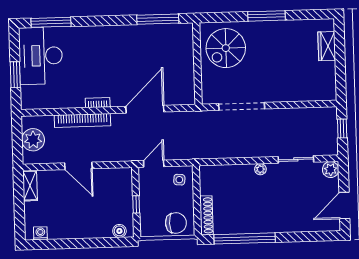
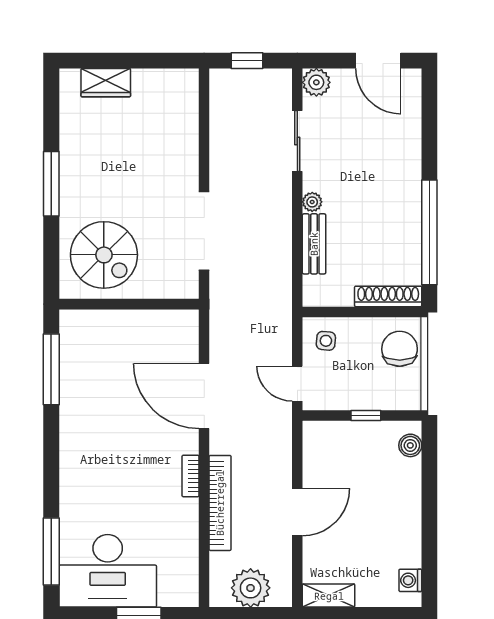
bench: (236, 171) -> (314, 244), added

